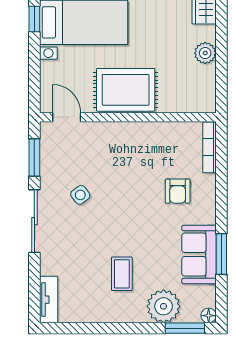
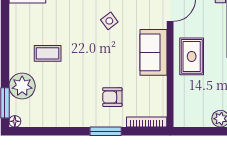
rug: (126, 90) -> (192, 56), width x0.73, depth x0.70
window: (221, 254) -> (106, 131), moved
sofa: (199, 255) -> (154, 52), moved, turned -90

